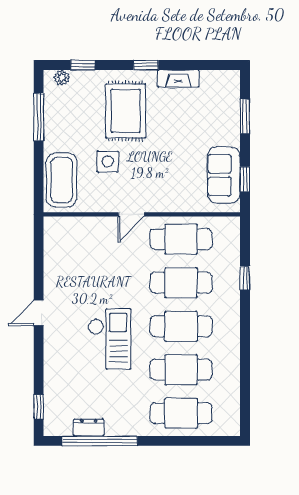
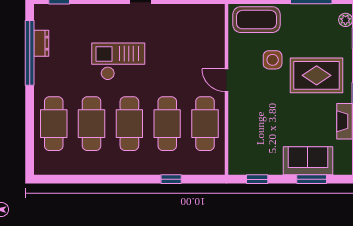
sofa: (224, 175) -> (308, 161), moved
checkout: (110, 339) -> (118, 61), turned 180

